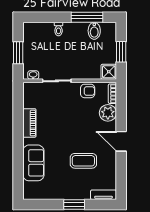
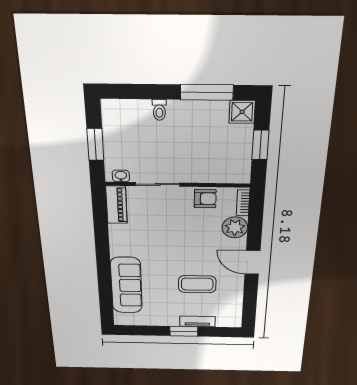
bidet: (94, 31) -> (218, 113), removed
shower: (109, 72) -> (242, 112), moved
piano: (29, 123) -> (116, 205), moved
sofa: (33, 163) -> (126, 285), width x1.36
tv unit: (103, 195) -> (197, 321), moved

